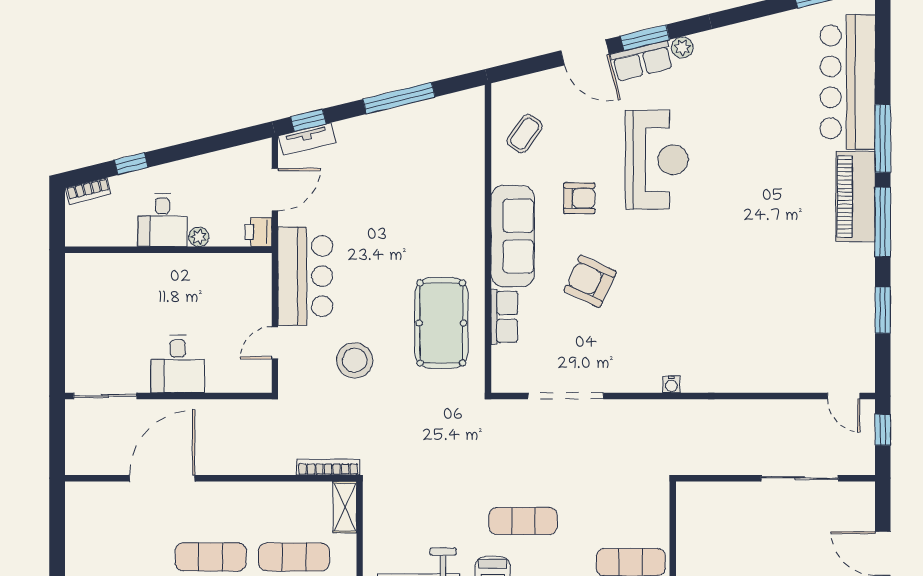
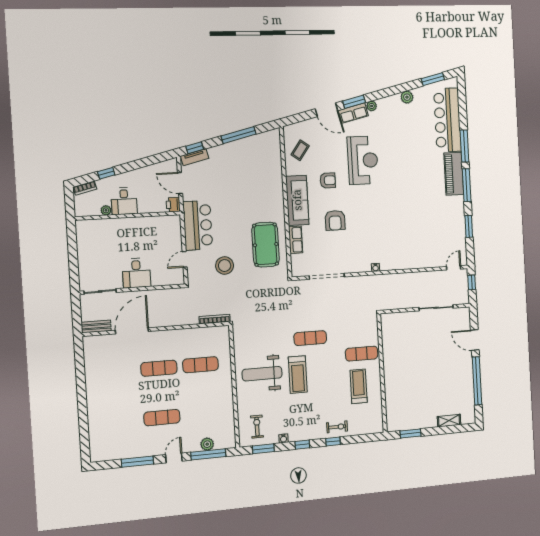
plant: (760, 31) -> (407, 97), added
door: (275, 190) -> (180, 183), swing flipped
plant: (199, 237) -> (106, 210), moved
armchair: (590, 281) -> (335, 220), turned -115
door: (844, 396) -> (454, 268), swing flipped
bench: (93, 464) -> (96, 326), added
shelving: (345, 507) -> (224, 338), removed

